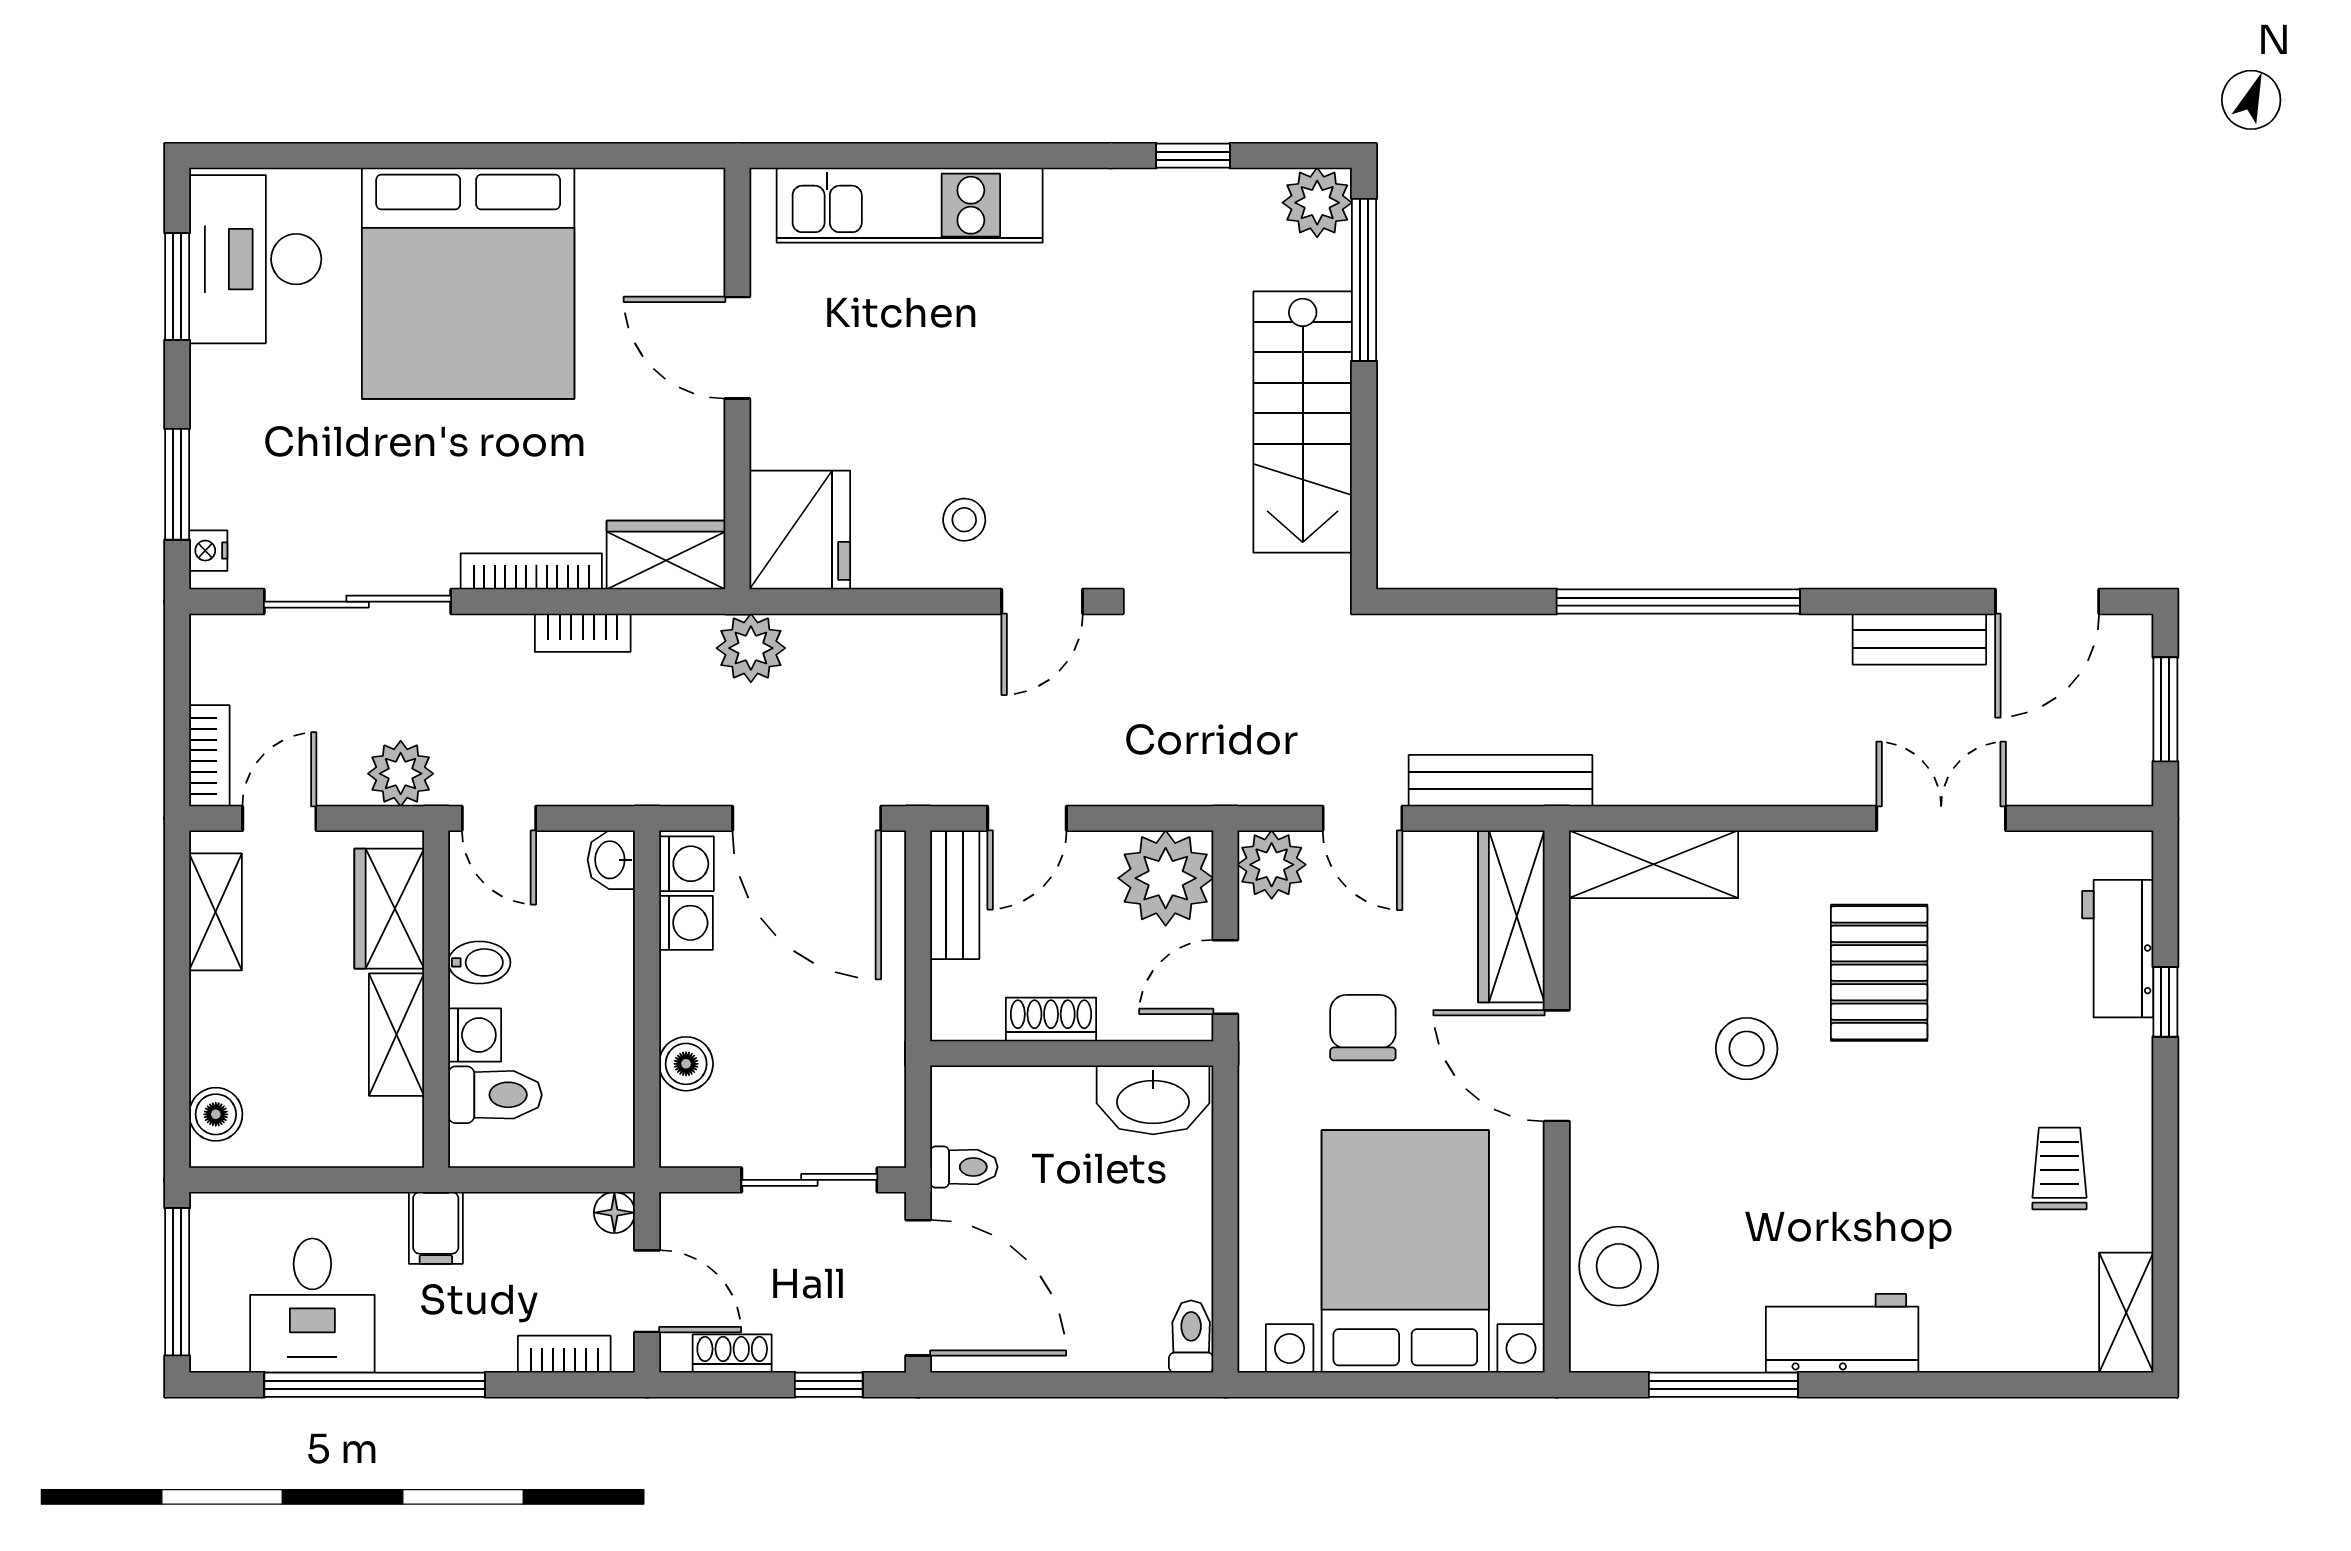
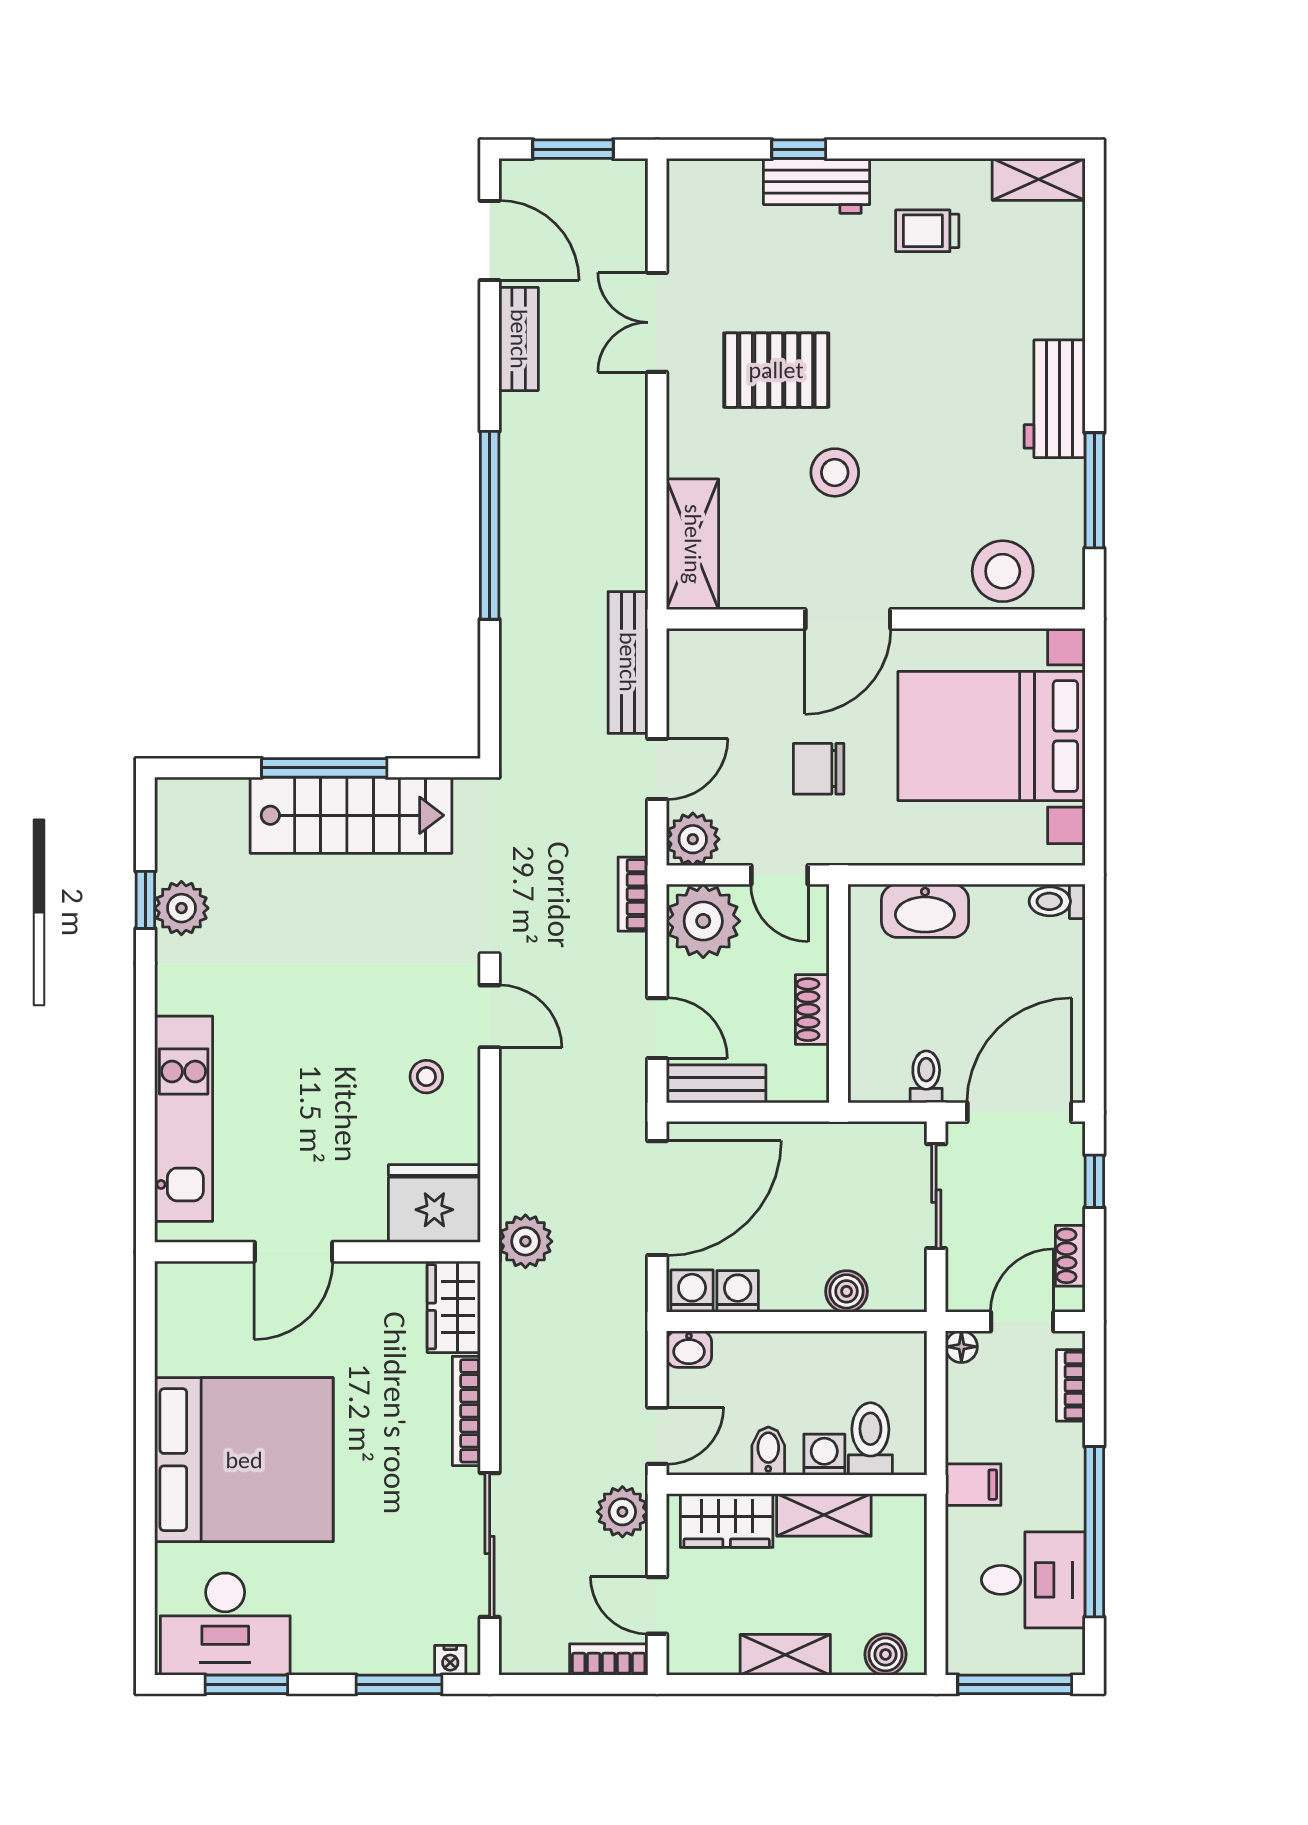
plant: (1317, 203) -> (181, 908), moved
window: (1364, 280) -> (324, 768), moved
bookcase: (583, 633) -> (633, 894), moved, turned 180
shelving: (215, 912) -> (785, 1655), moved
wardrobe: (1511, 916) -> (733, 654), removed
workbench: (2118, 949) -> (817, 186), moved
washbasin: (1153, 1100) -> (925, 911), moved, turned 90

